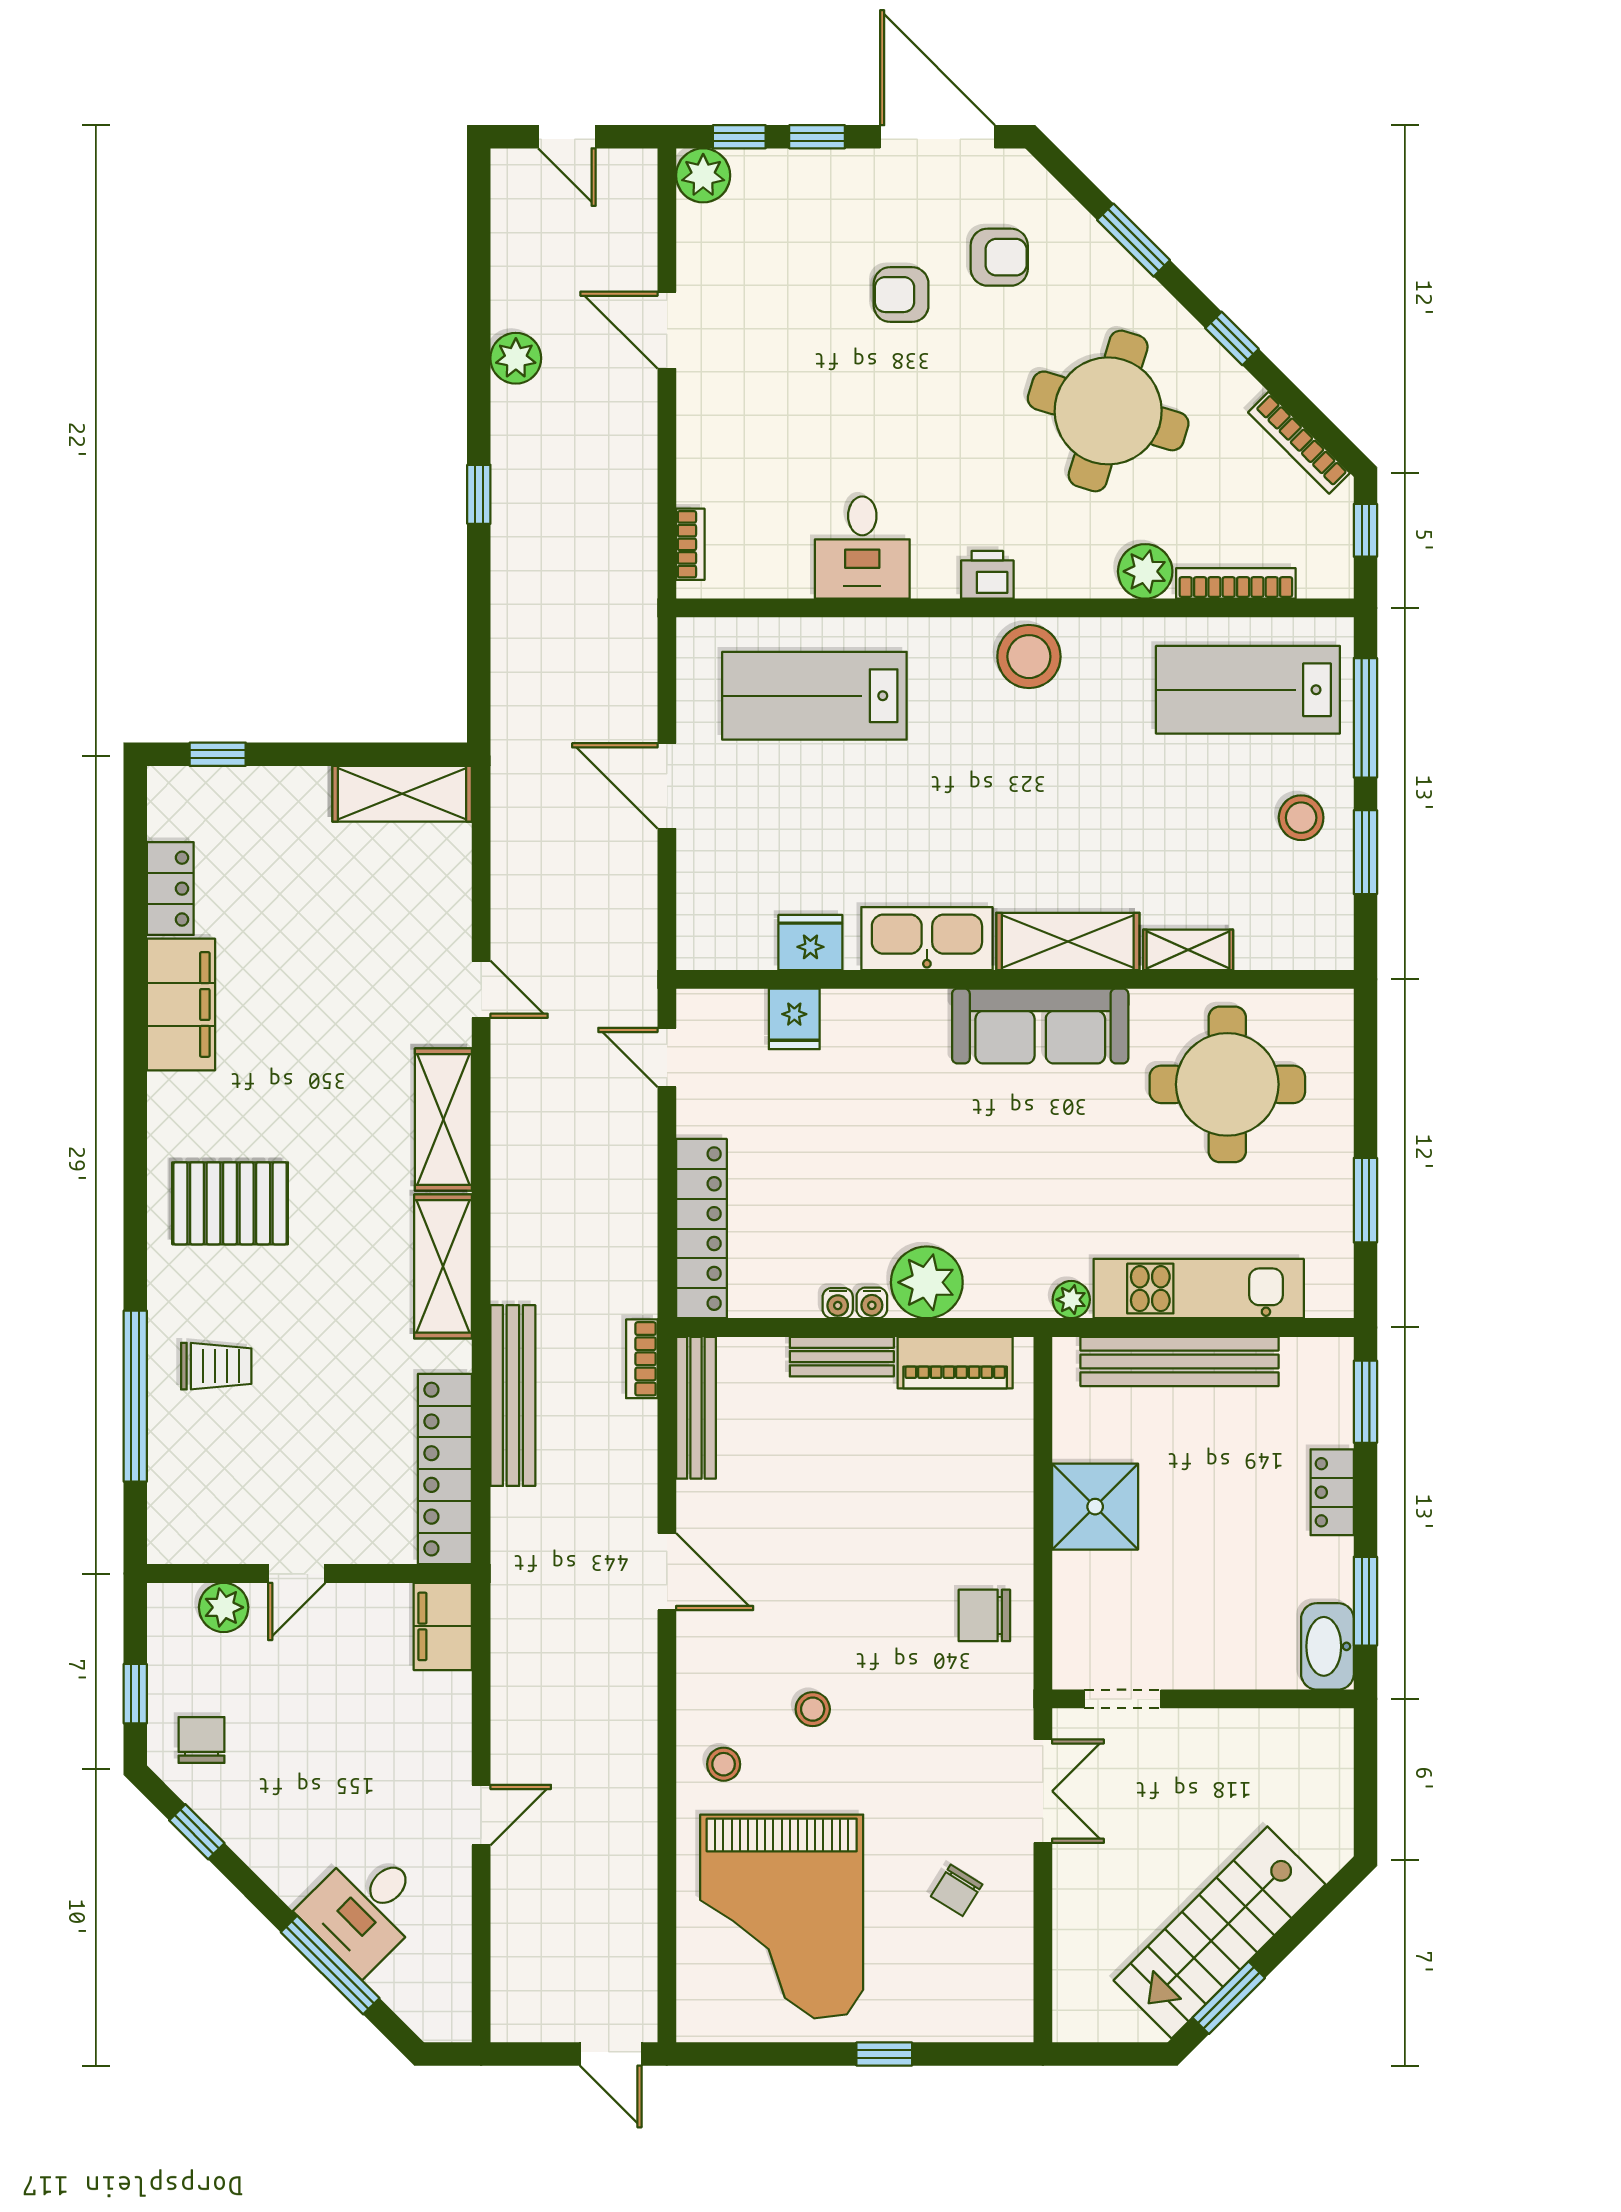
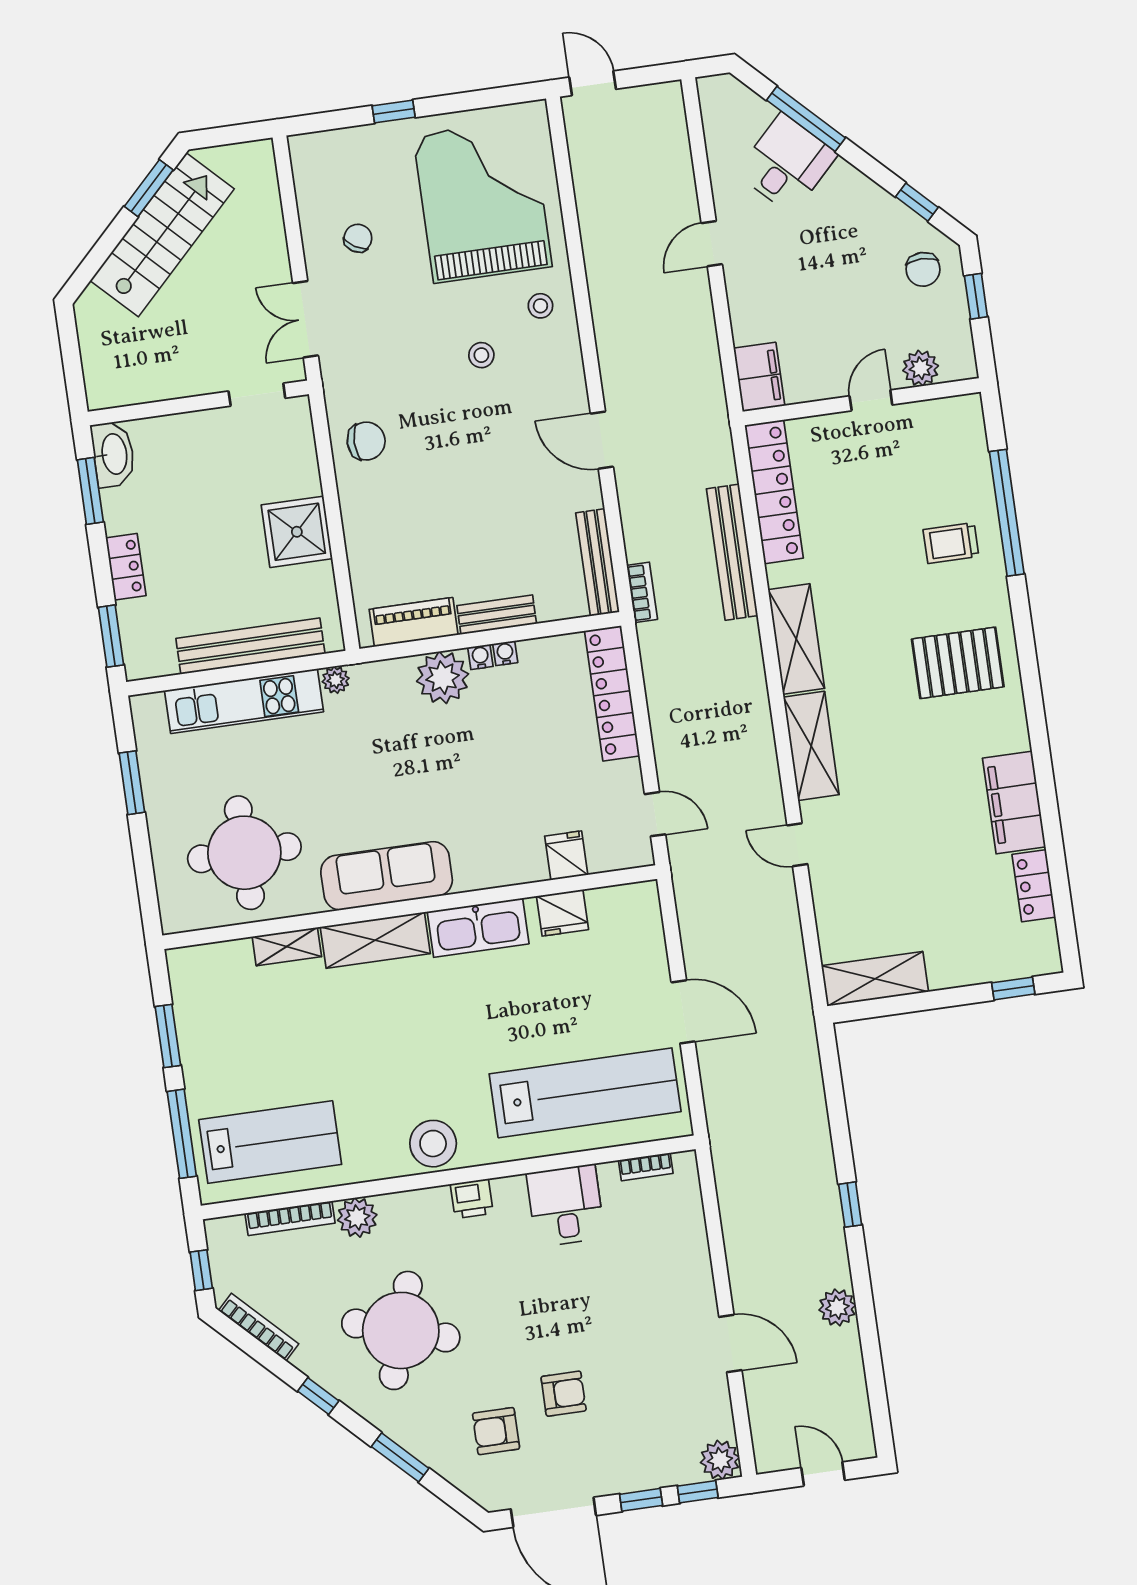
bookcase: (690, 544) -> (646, 1167), moved, turned -90
lab bench: (814, 696) -> (585, 1093), width x1.36
stool: (1301, 818) -> (218, 1054), removed

